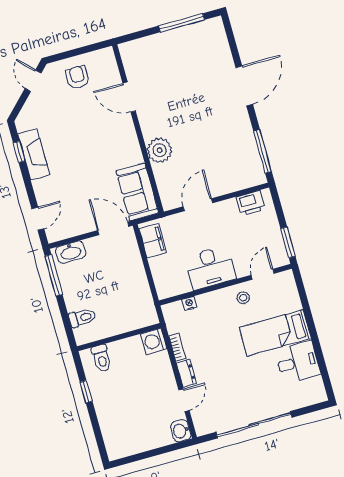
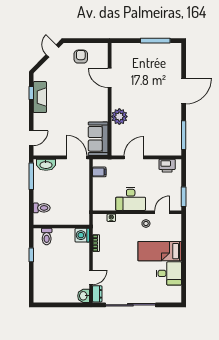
filing cabinet: (153, 241) -> (99, 172), width x0.50
dresser: (186, 373) -> (97, 294), moved

